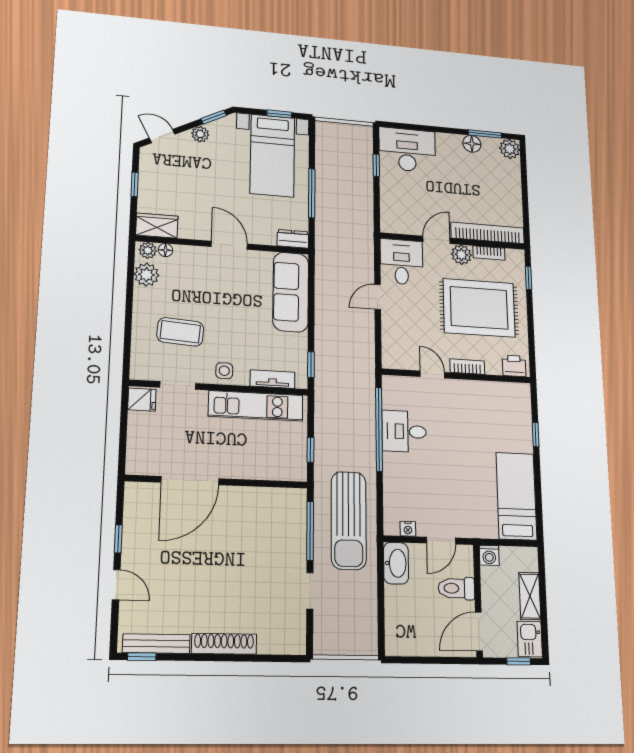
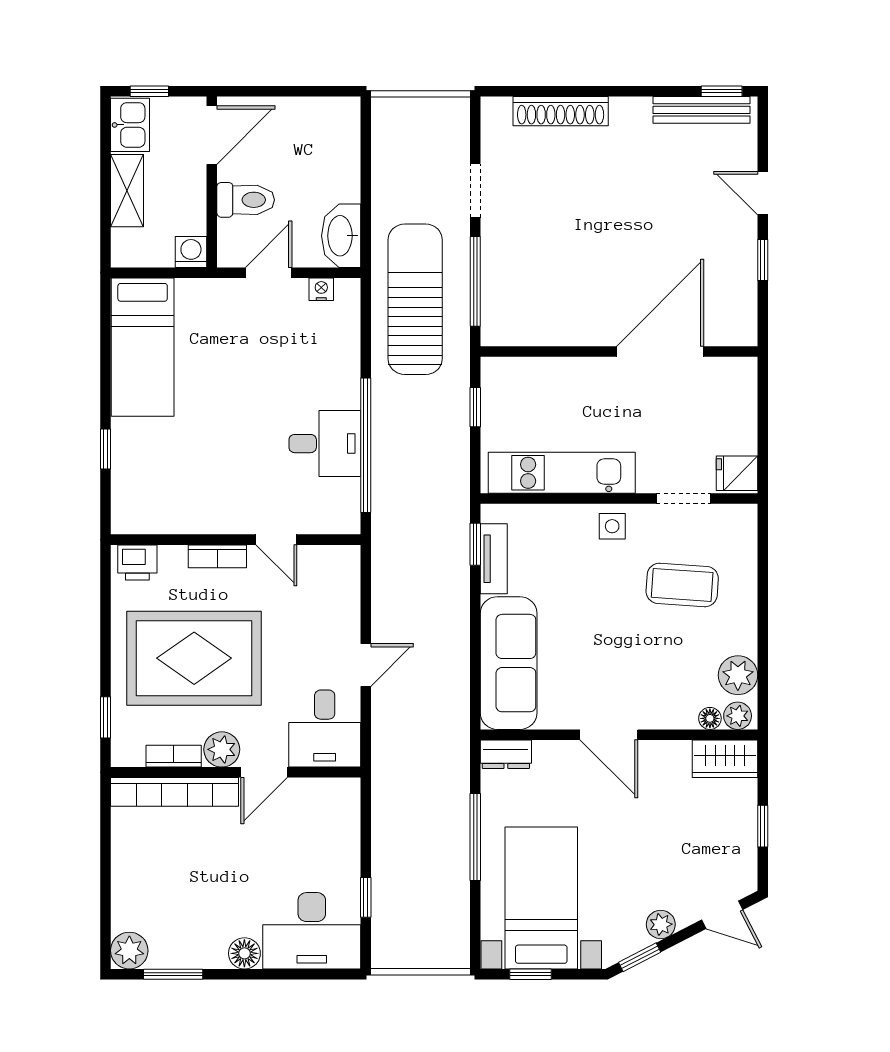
floor lamp: (472, 144) -> (244, 953), moved
tv unit: (273, 379) -> (494, 559), moved, turned -90
shoe rack: (224, 644) -> (561, 111), moved

